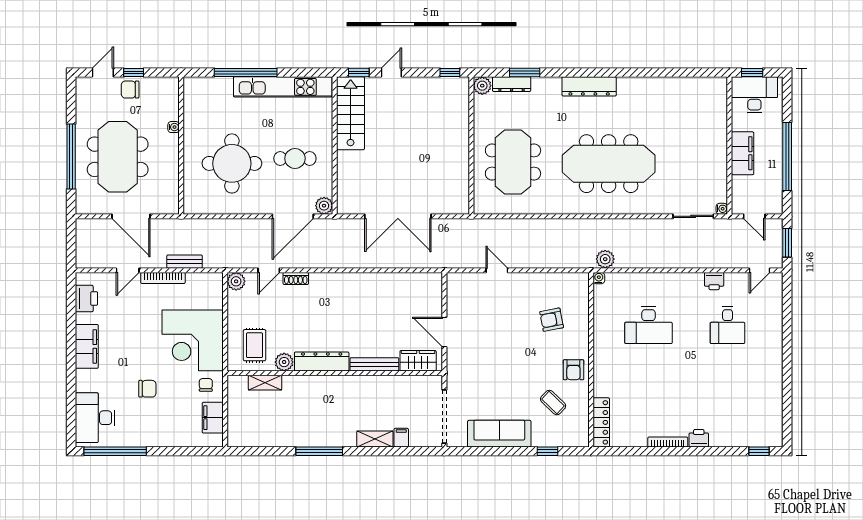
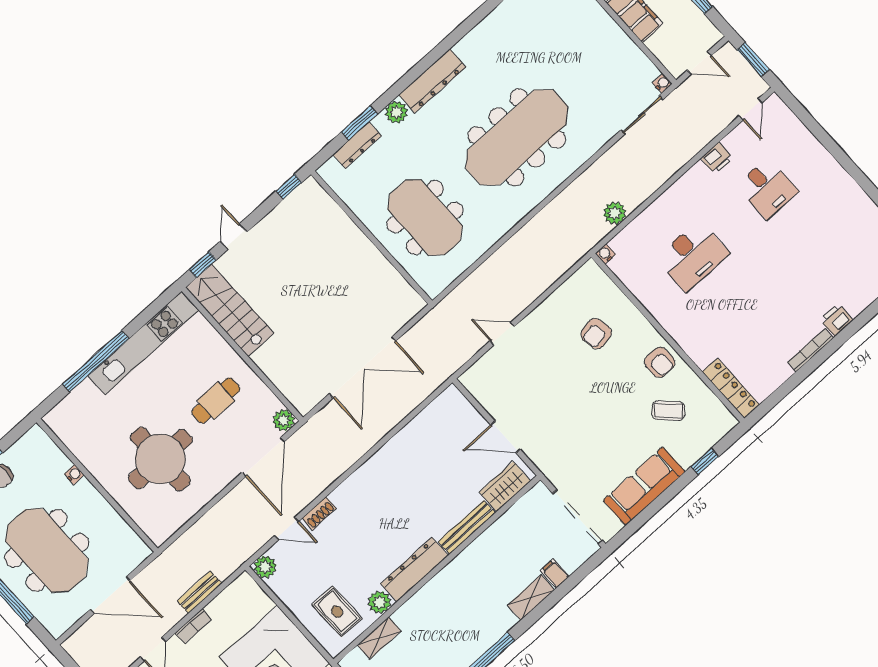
plant: (482, 86) -> (396, 112), moved
plant: (605, 259) -> (615, 213), moved
door: (269, 270) -> (287, 529), hinge flipped
bookcase: (163, 278) -> (193, 626), width x0.64

